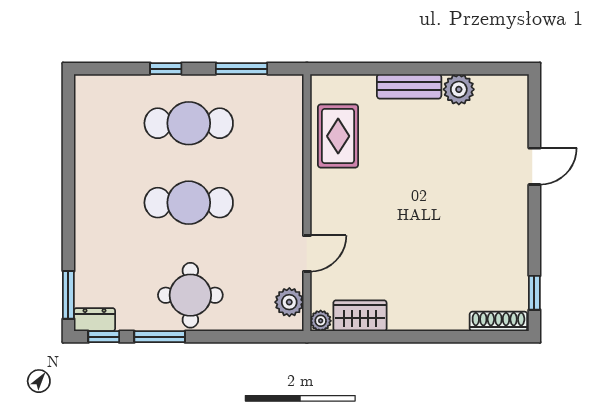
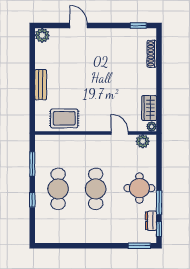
plant: (459, 89) -> (42, 35), moved
dresser: (95, 320) -> (151, 221), moved
shoe rack: (498, 321) -> (152, 54), moved

